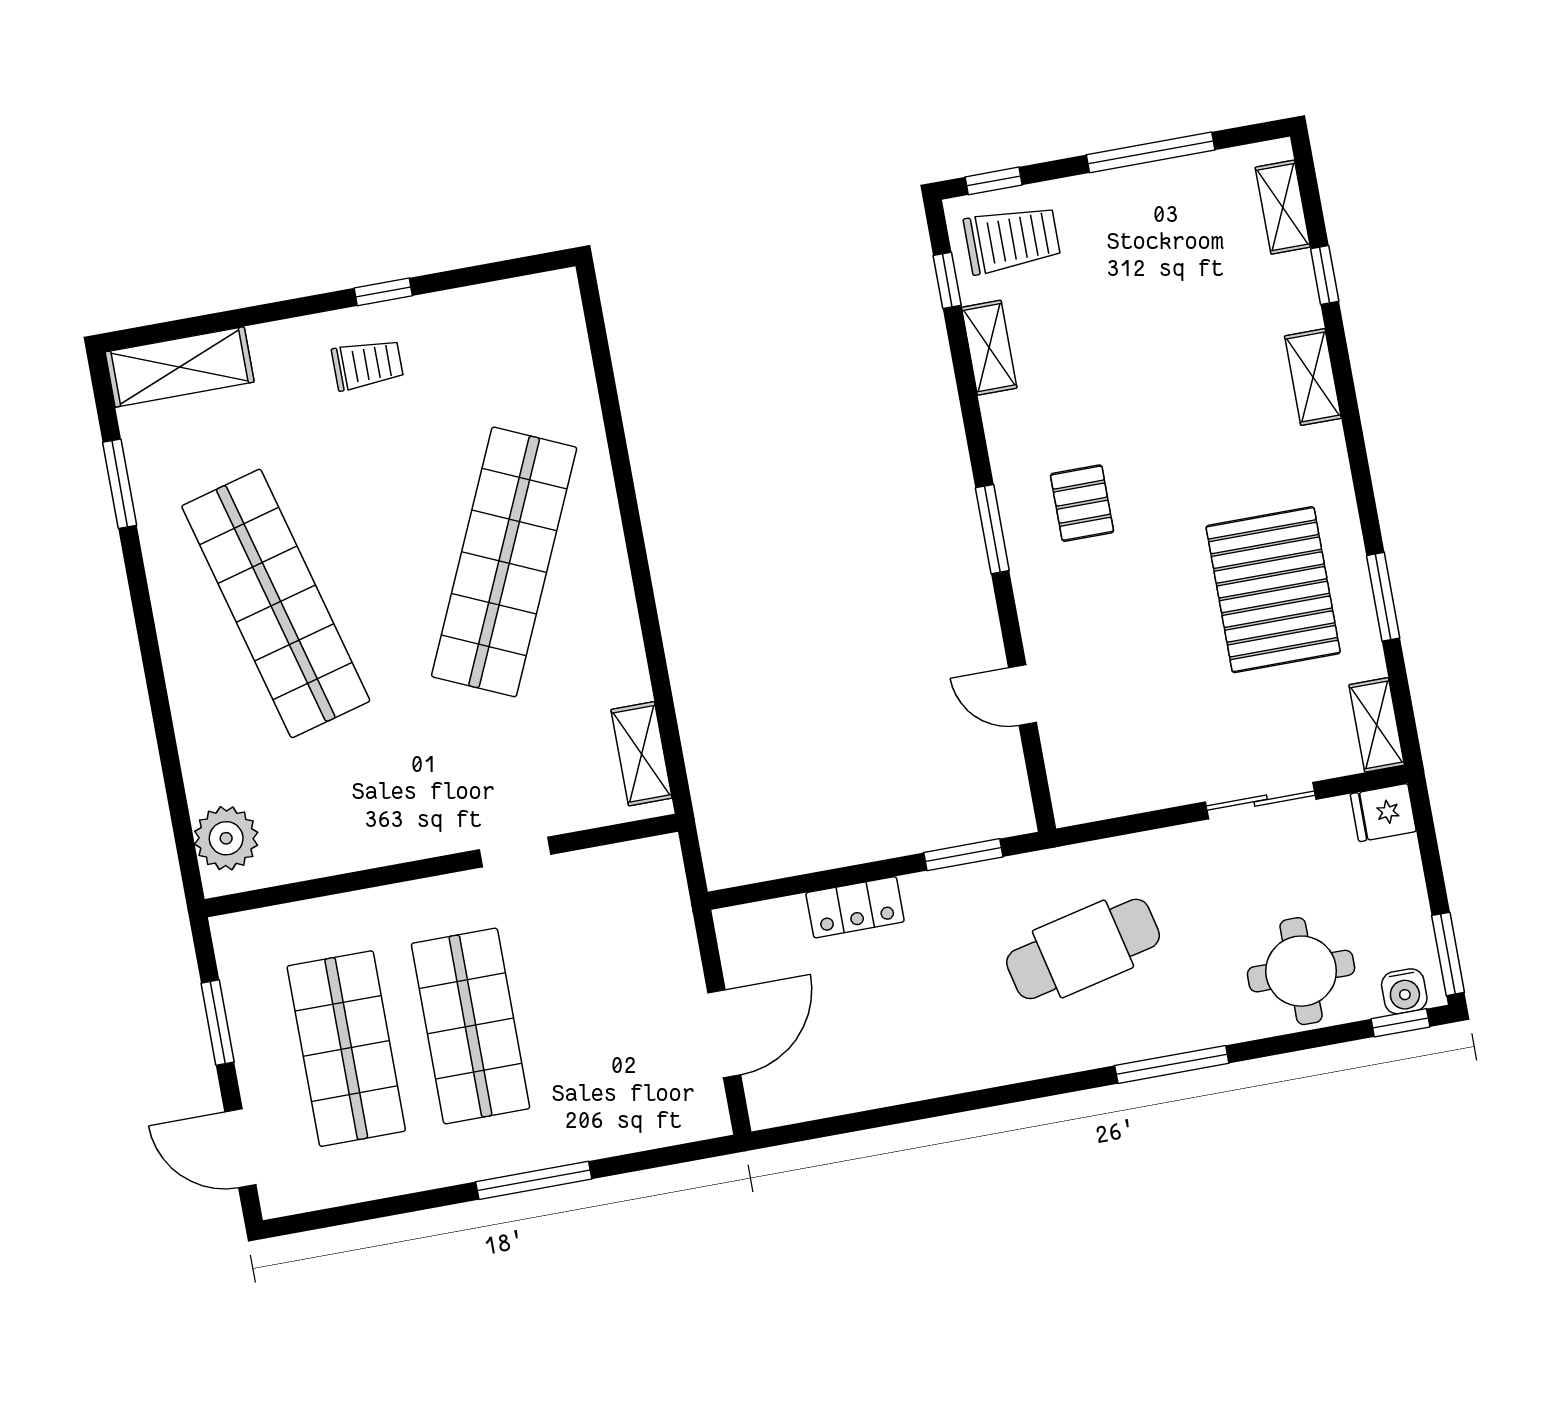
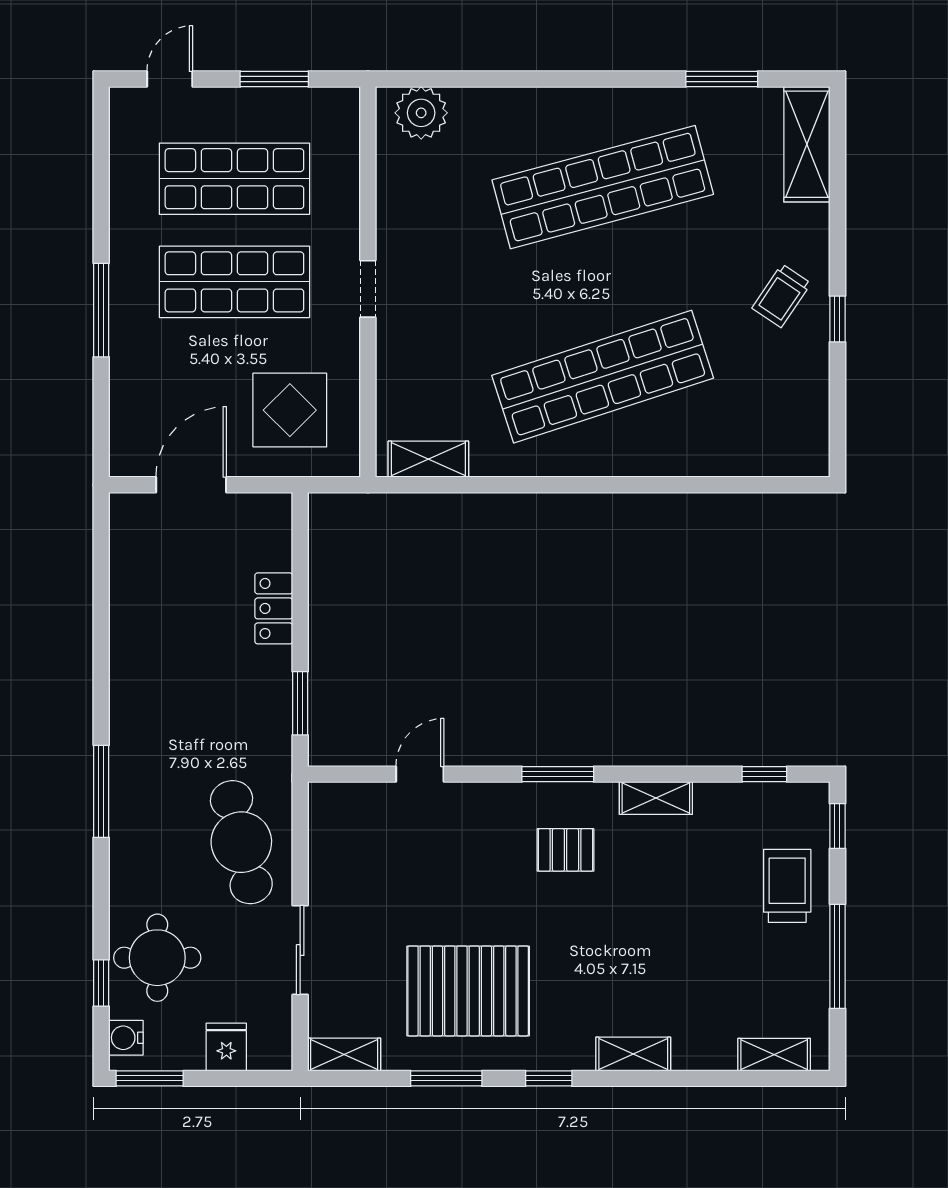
trolley: (1012, 239) -> (787, 886), moved, turned 180
window: (1325, 275) -> (549, 1078), moved
shelving: (989, 348) -> (656, 798), moved
trolley: (367, 364) -> (781, 296), turned 34
shop shelf: (504, 562) -> (603, 377), turned -42
fridge: (1383, 813) -> (226, 1047), moved
doorway: (515, 852) -> (368, 289), moved
display table: (613, 931) -> (290, 410), added
cafe table: (1083, 949) -> (241, 842), moved
window: (1400, 1023) -> (101, 983), moved
door: (724, 1034) -> (191, 485), swing flipped
window: (1172, 1064) -> (101, 791), moved
door: (240, 1148) -> (170, 79), width x0.73

